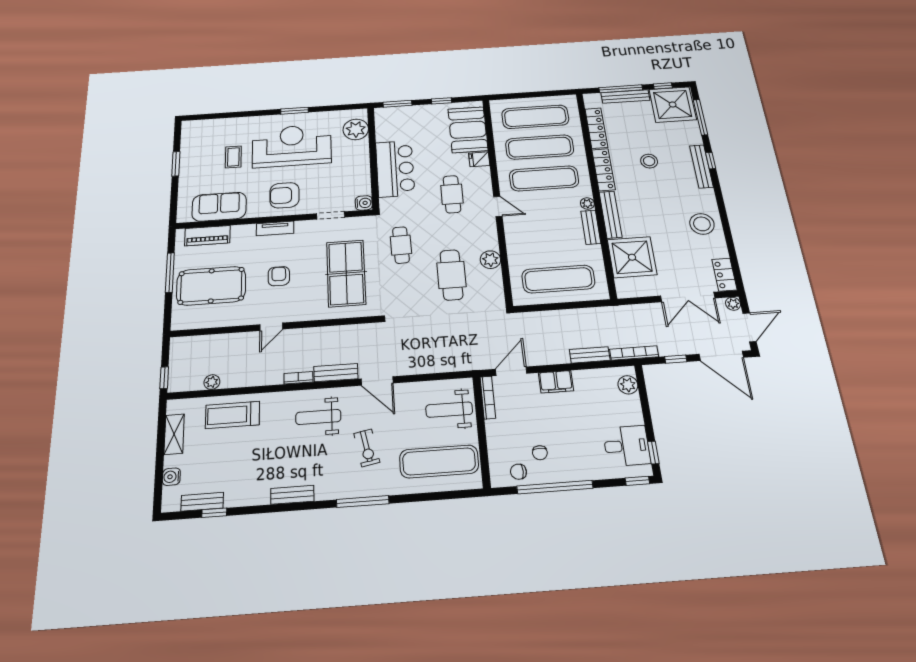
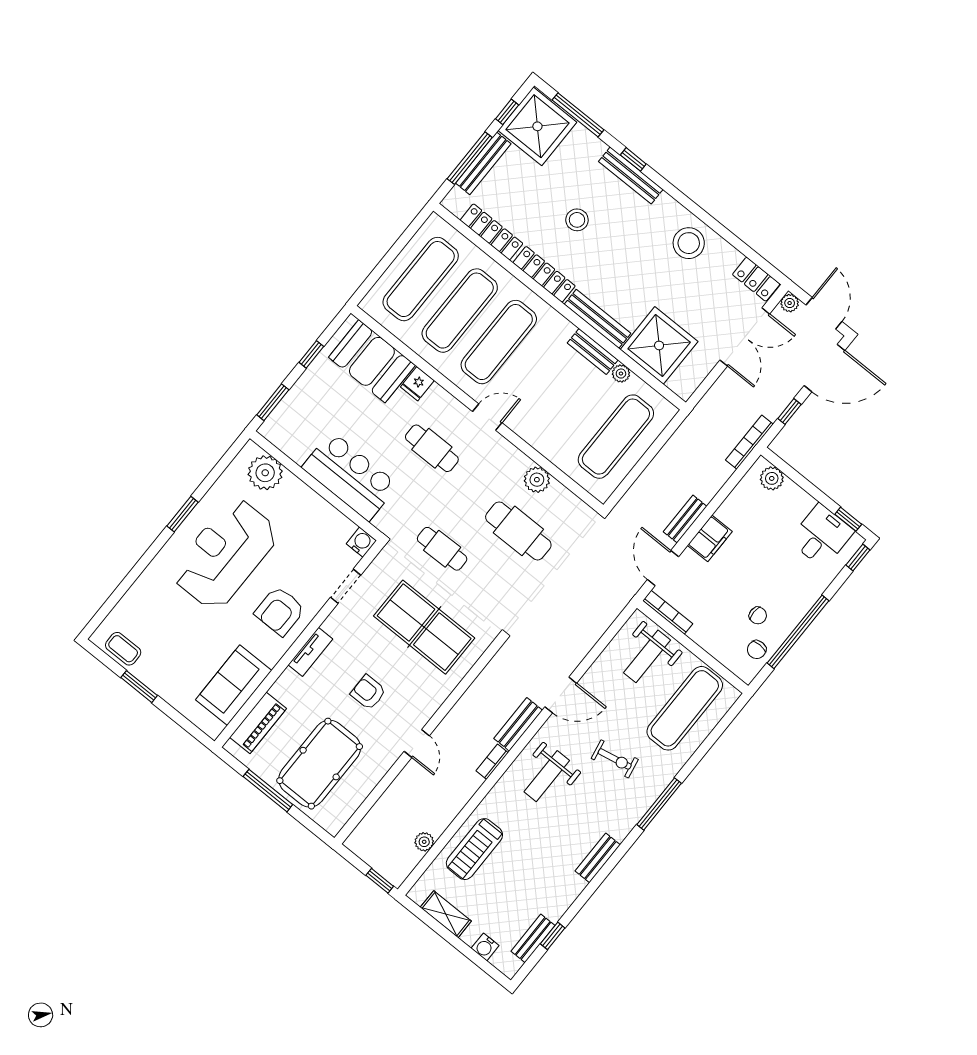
coffee table: (233, 157) -> (123, 649), moved
plant: (587, 203) -> (621, 374), moved
bench: (590, 355) -> (685, 519), moved

